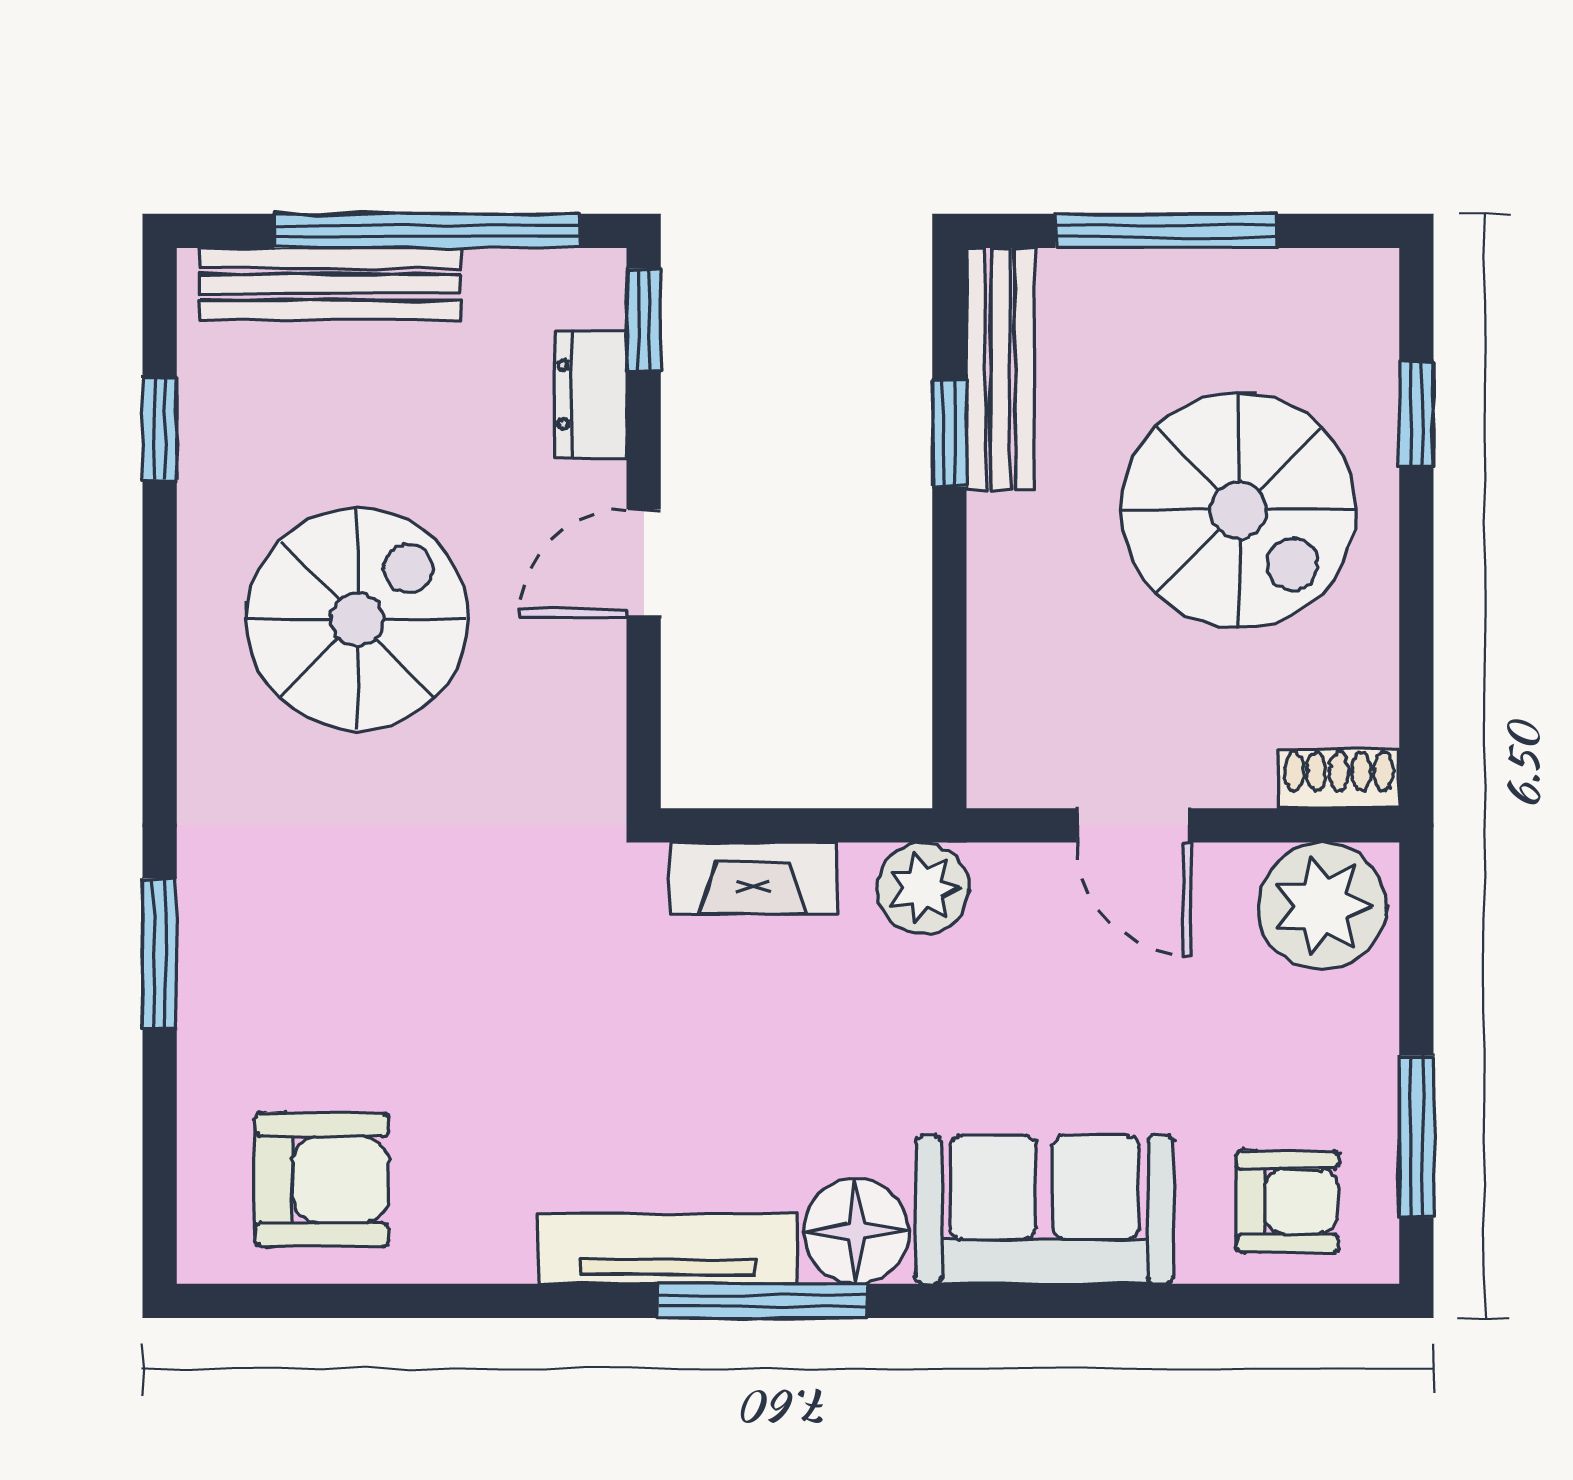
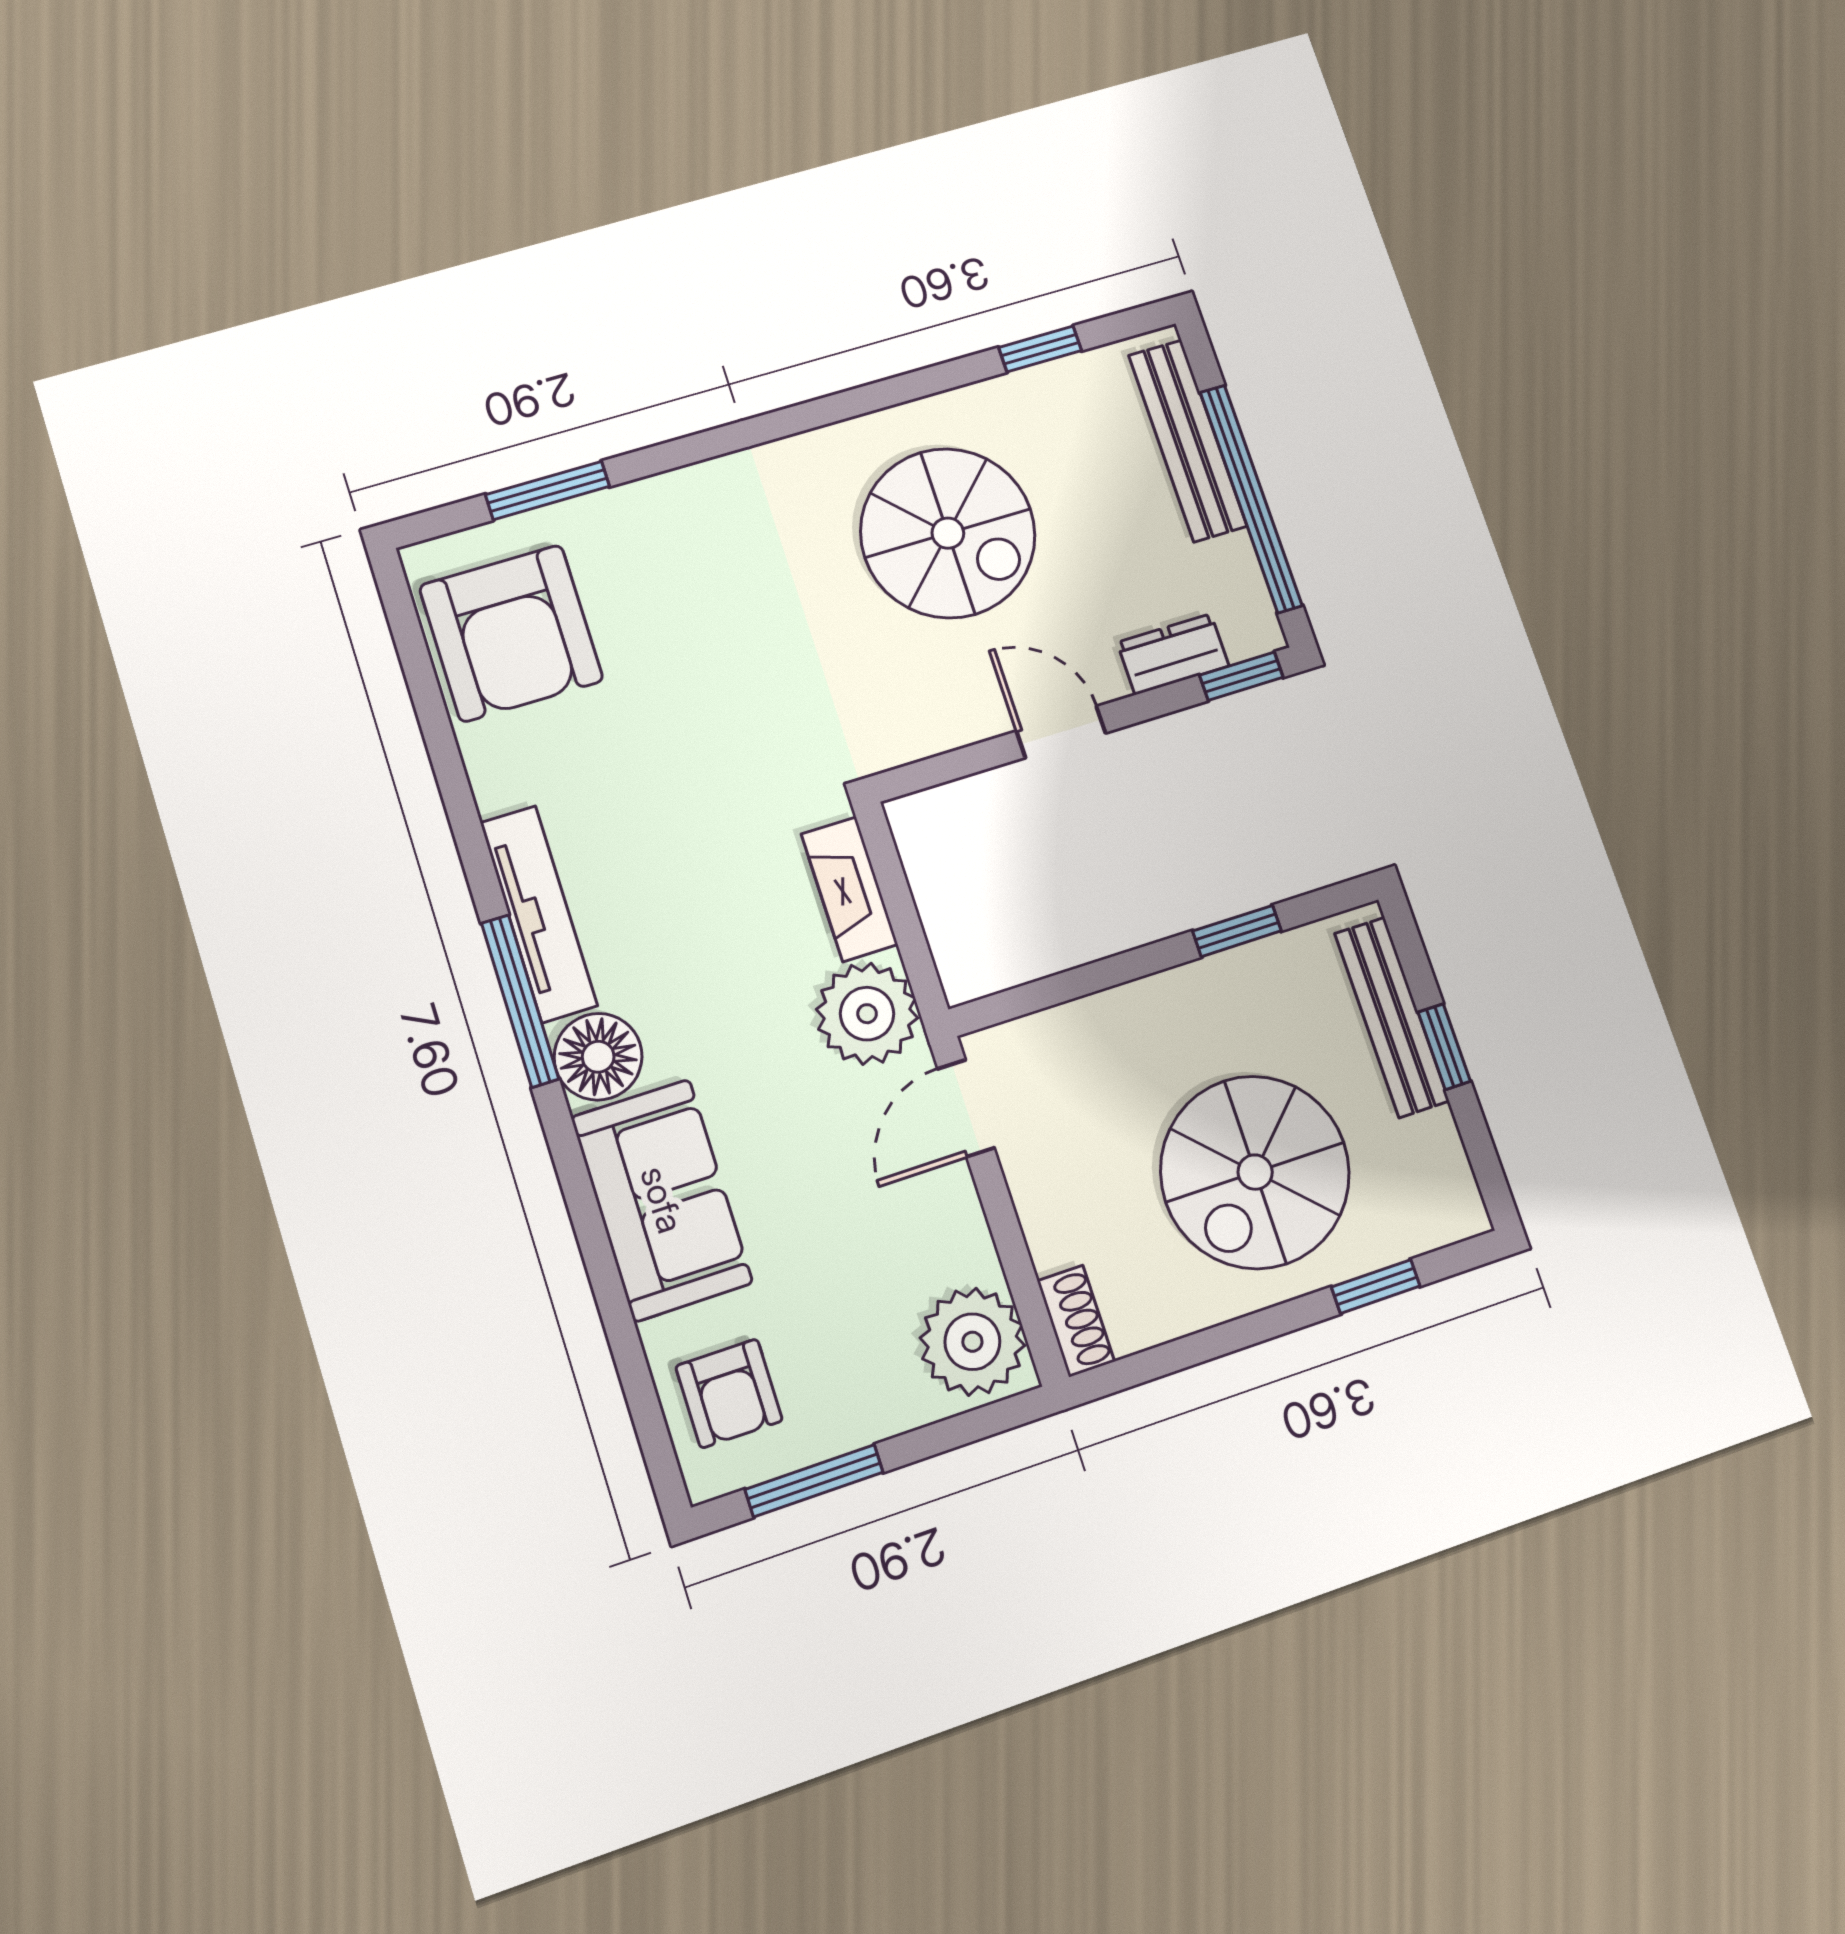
window: (1166, 231) -> (1444, 1047), width x0.46
bench: (1000, 369) -> (1392, 1017), moved, turned 90
door: (1133, 825) -> (966, 1108), moved
plant: (923, 888) -> (867, 1014), width x1.36, depth x1.36
window: (160, 954) -> (548, 490), moved
armchair: (322, 1180) -> (511, 633), width x1.36, depth x1.36

